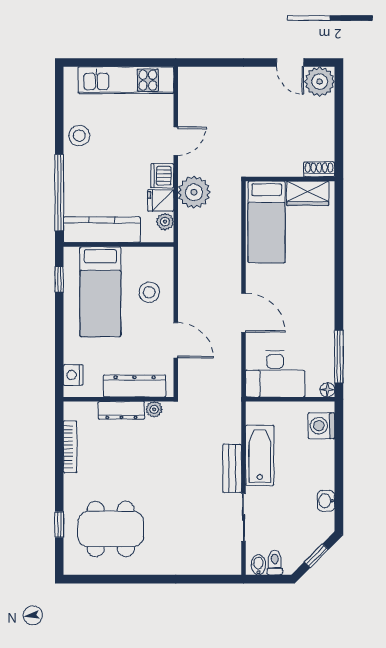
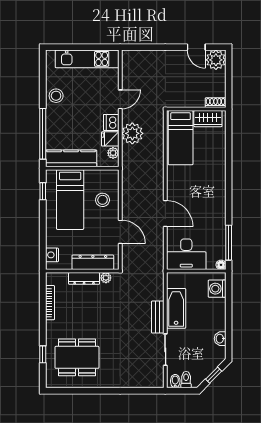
shoe rack: (319, 169) -> (216, 103), moved
wall: (290, 179) -> (196, 109), moved
wardrobe: (308, 193) -> (208, 119), moved
bed: (266, 222) -> (181, 138), moved

